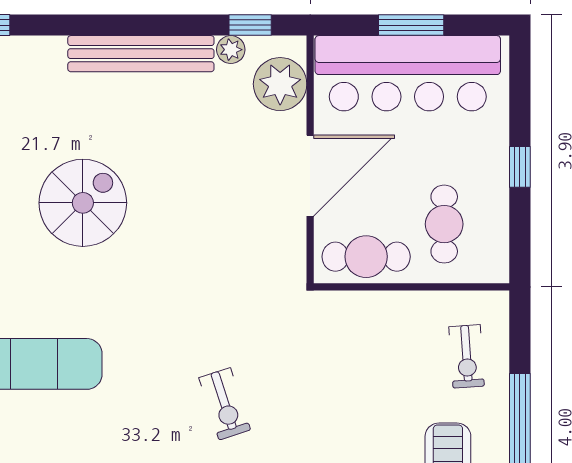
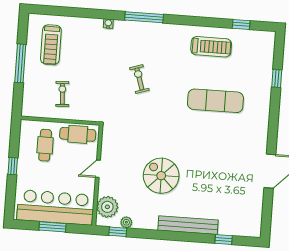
bench: (141, 54) -> (188, 225), moved
door: (310, 176) -> (98, 169), width x0.53
spiral stairs: (83, 203) -> (161, 176), moved, turned 90
exercise bike: (467, 356) -> (62, 94), moved

